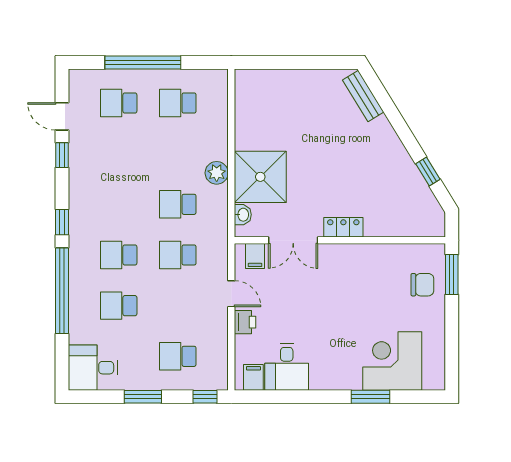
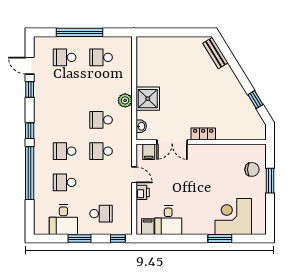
shower: (260, 177) -> (148, 99), width x0.73, depth x0.73
window: (452, 274) -> (270, 181), moved
school desk: (178, 356) -> (101, 214), turned 180
desk: (93, 368) -> (63, 219), moved, turned -90

